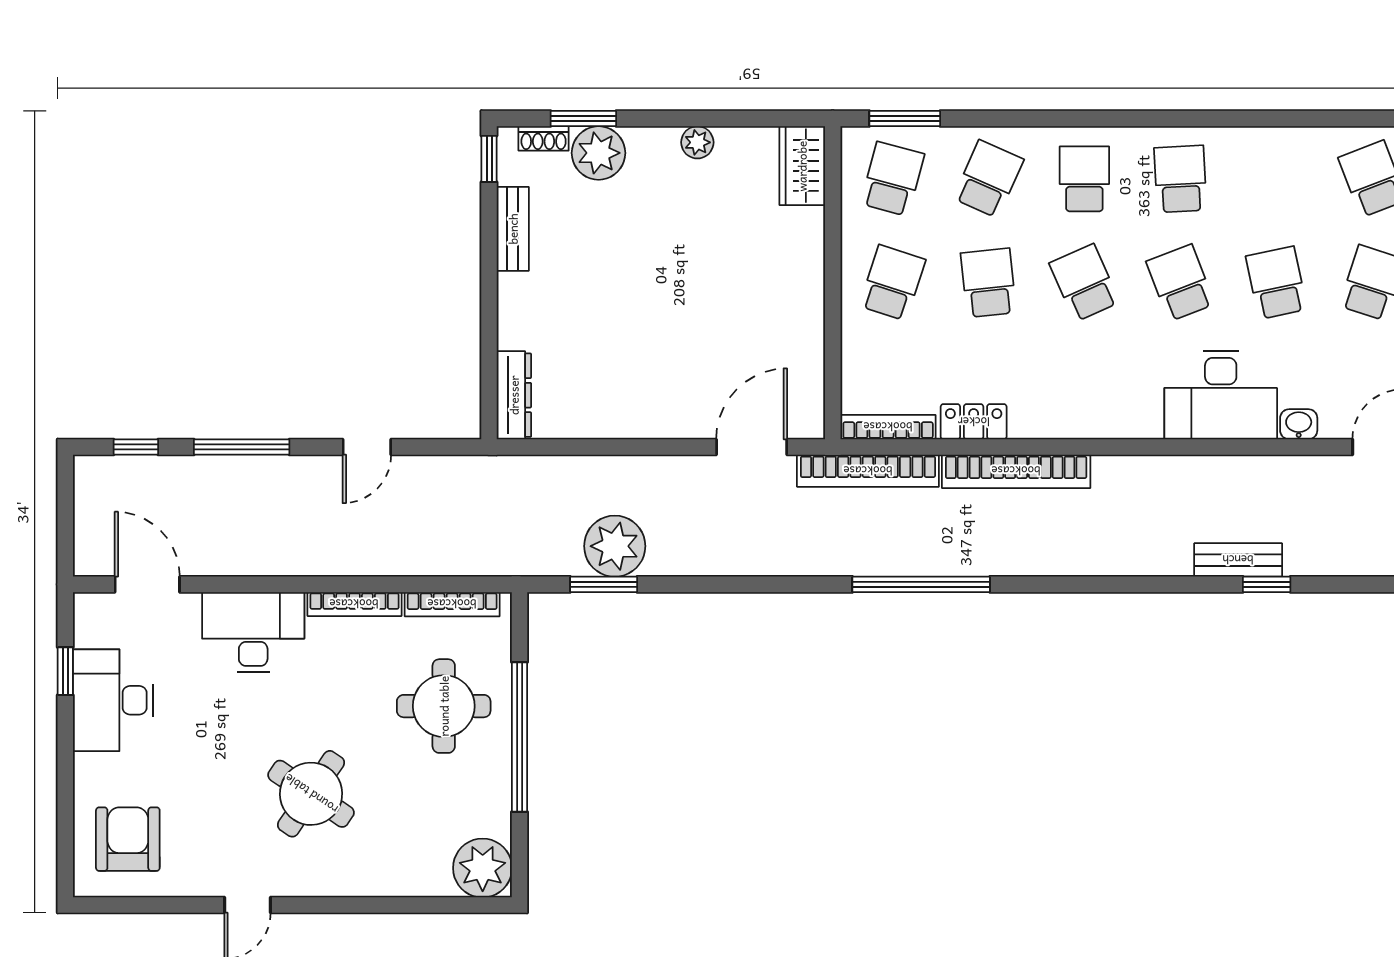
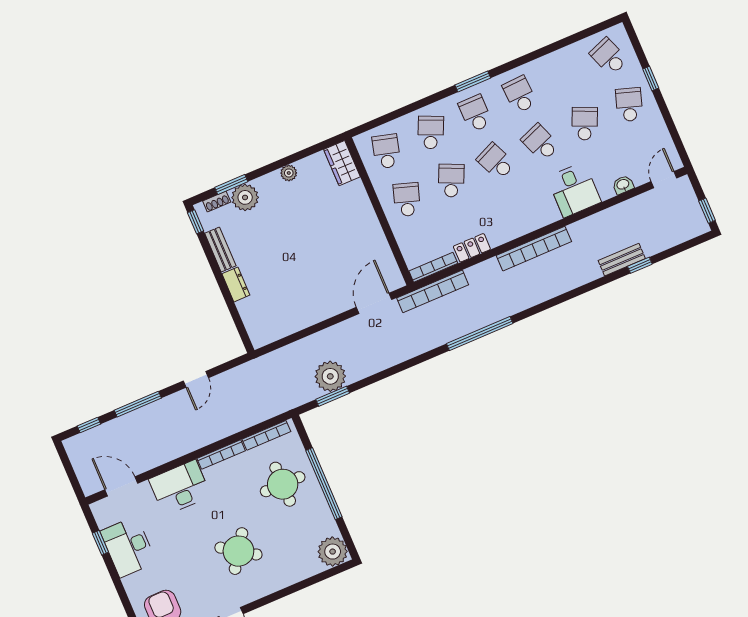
window: (905, 119) -> (473, 81), moved
school desk: (988, 283) -> (451, 181), turned 30
school desk: (1276, 283) -> (585, 124), turned 36
dresser: (514, 395) -> (236, 284), moved, width x0.70
desk: (1221, 395) -> (574, 190), width x0.73
bookcase: (1016, 471) -> (534, 249), moved

